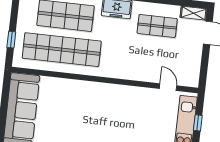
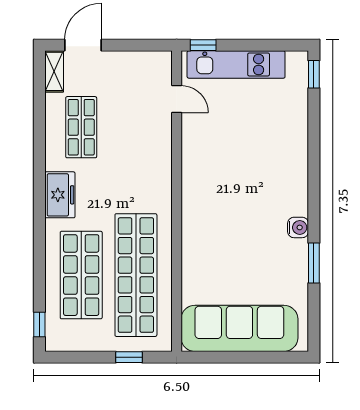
door: (168, 87) -> (177, 99), swing flipped
window: (198, 123) -> (203, 45), moved

